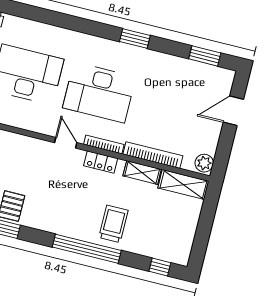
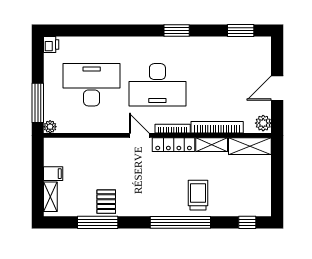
door: (233, 111) -> (277, 88), moved
locker: (101, 162) -> (174, 145), width x1.53

